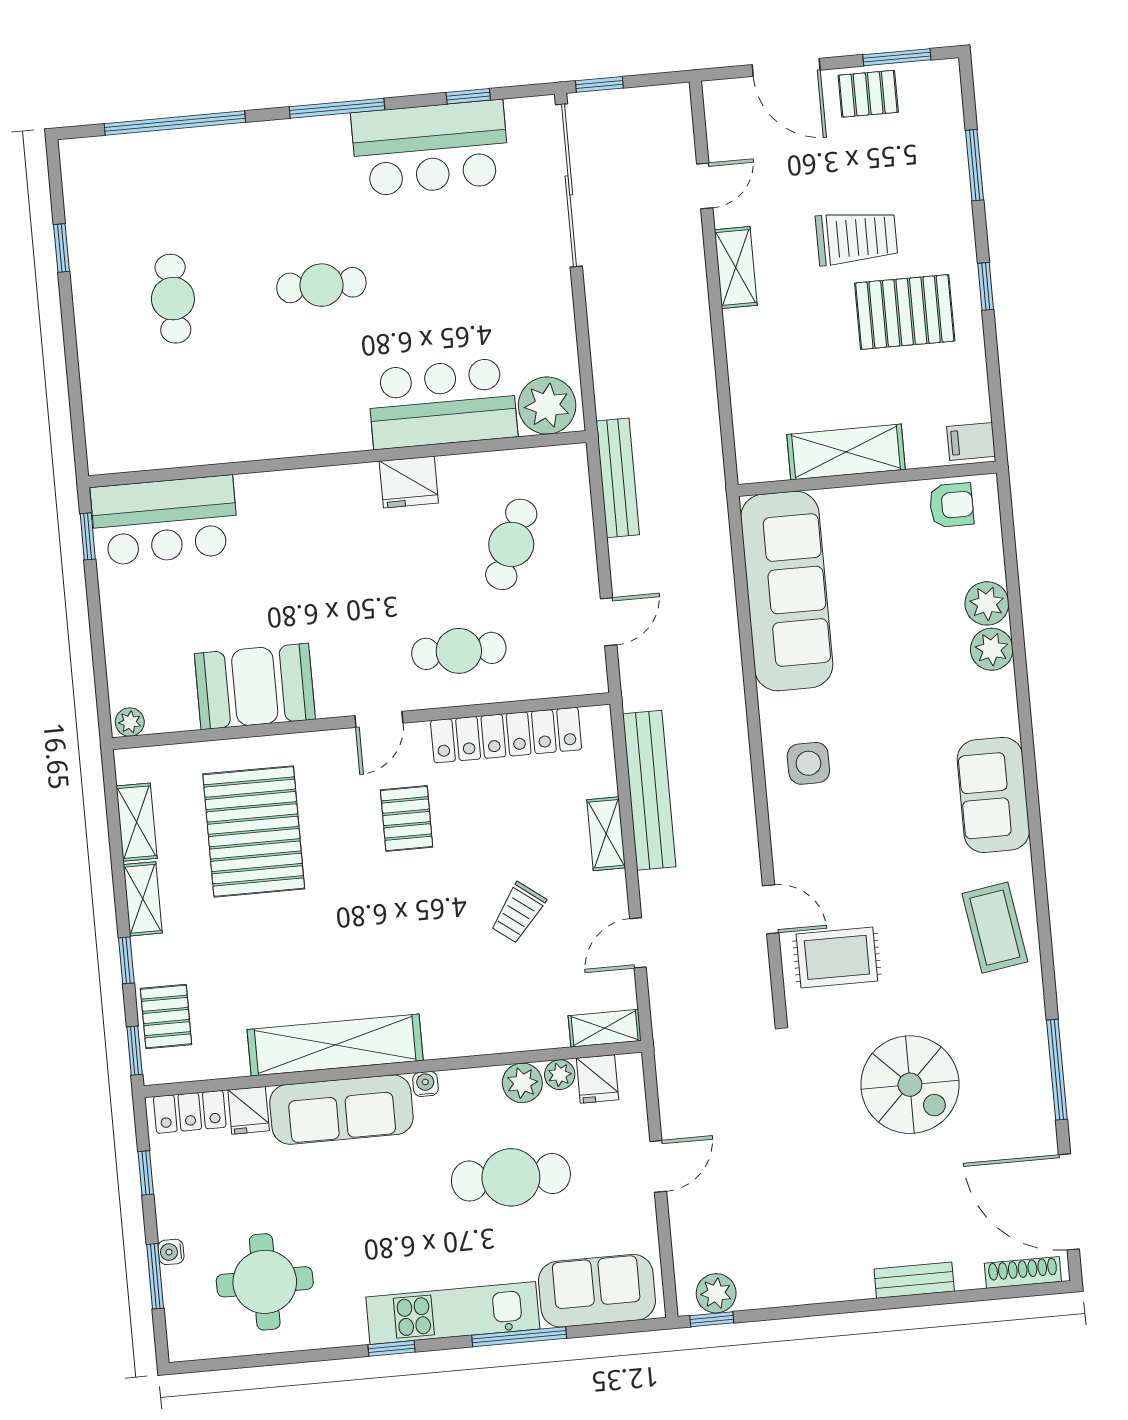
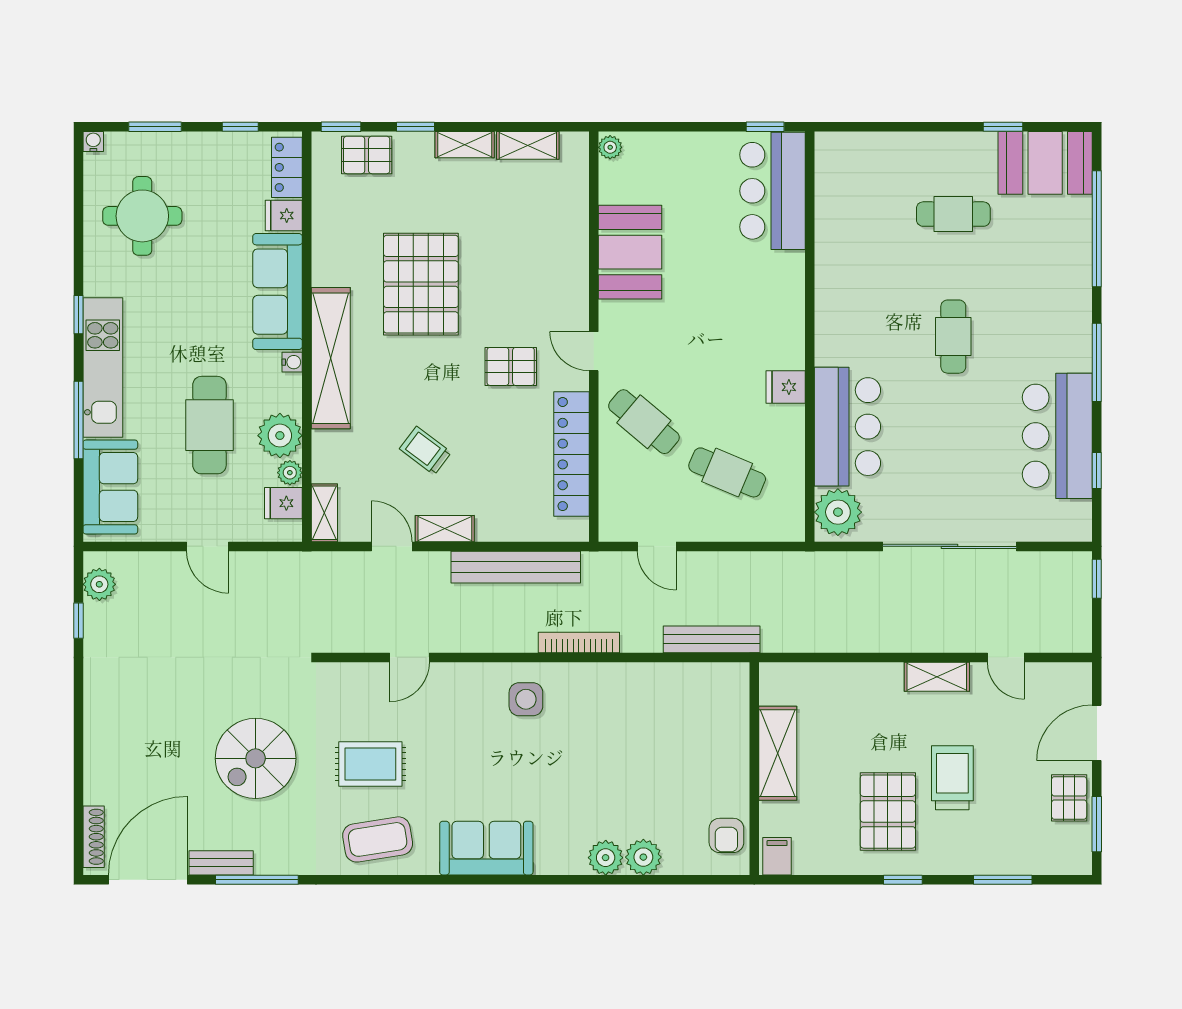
sliding door: (569, 185) -> (950, 546), moved
booth: (101, 193) -> (1045, 163), added
trolley: (857, 238) -> (952, 778), turned 180
bench: (618, 478) -> (712, 639), moved
fridge: (409, 482) -> (786, 387), width x0.72
sofa: (787, 591) -> (668, 694), removed
cafe table: (459, 651) -> (644, 422), turned -50
bookcase: (734, 705) -> (579, 642), added
pallet: (254, 831) -> (421, 284), moved, turned 90
shelving: (606, 834) -> (445, 529), moved
rug: (837, 957) -> (370, 764), moved, turned 90
shelving: (335, 1045) -> (331, 358), moved
plant: (522, 1083) -> (280, 436), width x1.36, depth x1.36
water cooler: (171, 1252) -> (93, 142), moved
bench: (914, 1280) -> (221, 863), moved, turned 90
window: (712, 1319) -> (78, 621), moved

